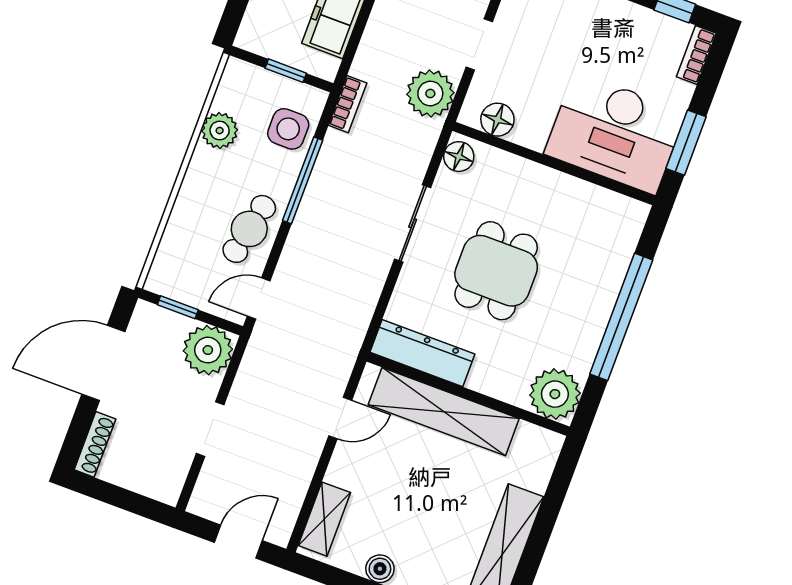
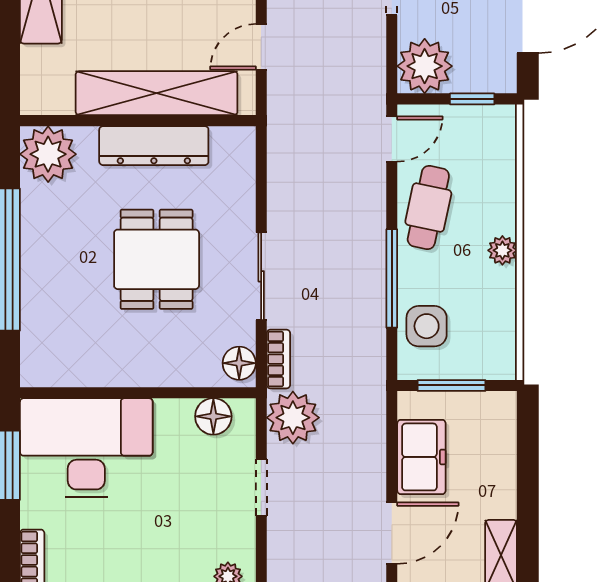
window: (286, 71) -> (451, 385), width x1.50
bookcase: (348, 104) -> (278, 359), moved, turned 180
plant: (220, 131) -> (502, 250), moved, width x0.73, depth x0.73
dresser: (422, 353) -> (154, 146), moved

